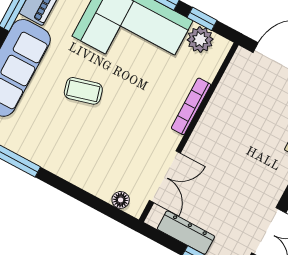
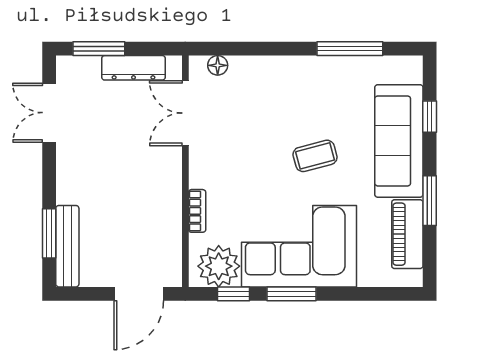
plant: (200, 40) -> (219, 266), width x1.36, depth x1.36
bookcase: (191, 106) -> (197, 211), width x0.64

